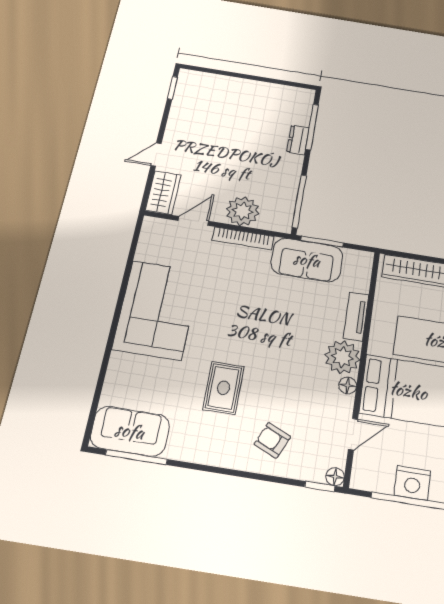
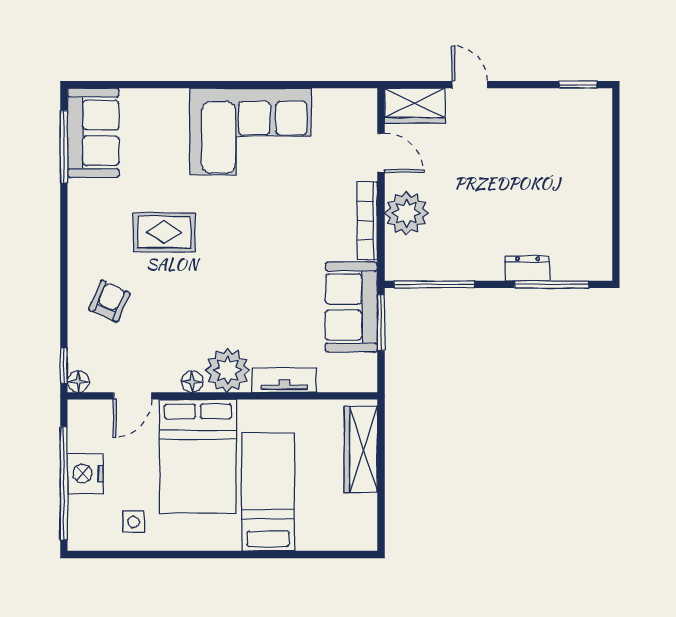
door: (353, 434) -> (133, 396), hinge flipped

